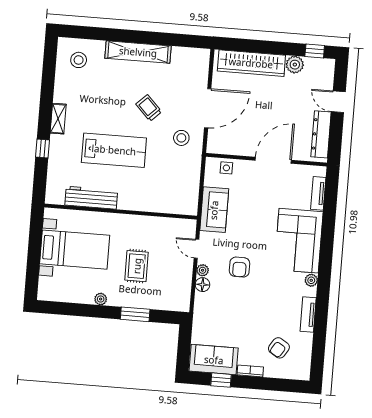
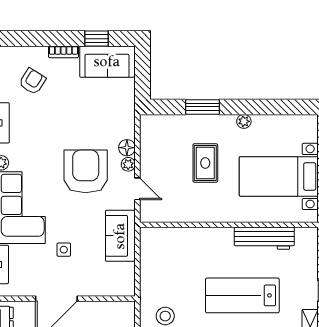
side table: (226, 168) -> (64, 250), moved
armchair: (239, 267) -> (86, 171), width x1.88, depth x1.88

